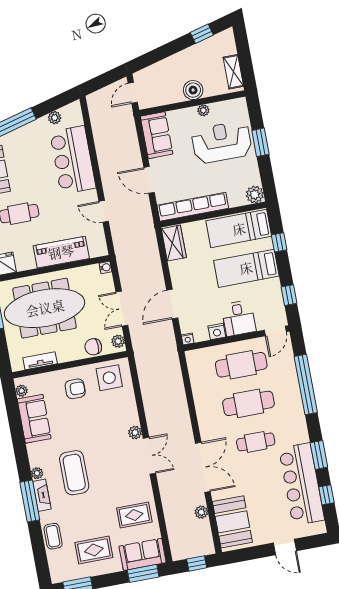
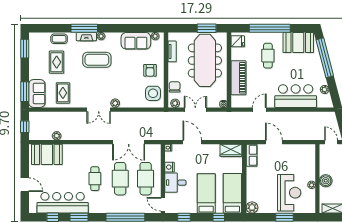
sofa: (157, 135) -> (301, 152), removed
door: (149, 180) -> (274, 142), hinge flipped
row of seats: (193, 207) -> (252, 155), width x0.50
double door: (203, 467) -> (129, 142), moved
door: (285, 547) -> (25, 185), swing flipped
rug: (94, 550) -> (57, 62), moved

